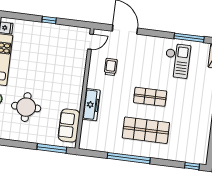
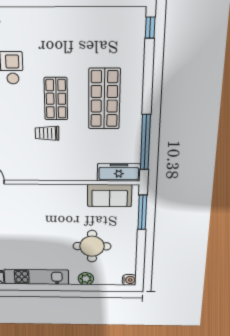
trolley: (111, 67) -> (47, 133), moved
freezer: (91, 105) -> (119, 172), moved
window: (129, 158) -> (145, 142), moved

